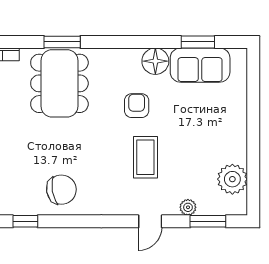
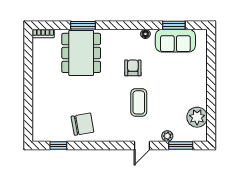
floor lamp: (155, 61) -> (145, 34), width x0.53, depth x0.53

